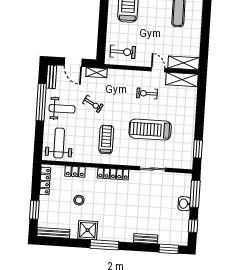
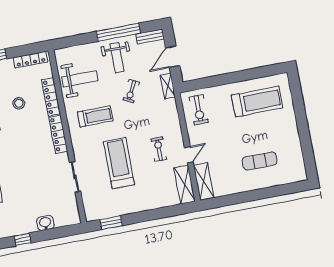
weight bench: (59, 143) -> (80, 79), moved
locker: (75, 172) -> (51, 97), width x1.53
window: (195, 194) -> (59, 232), removed

